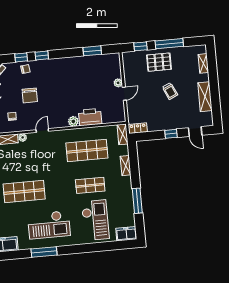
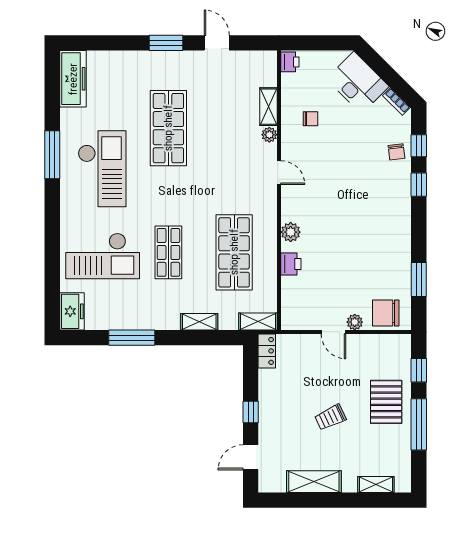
chair: (30, 95) -> (386, 313), moved
printer: (90, 117) -> (291, 264), width x0.53, depth x0.68
checkout: (49, 225) -> (102, 169), turned 180

